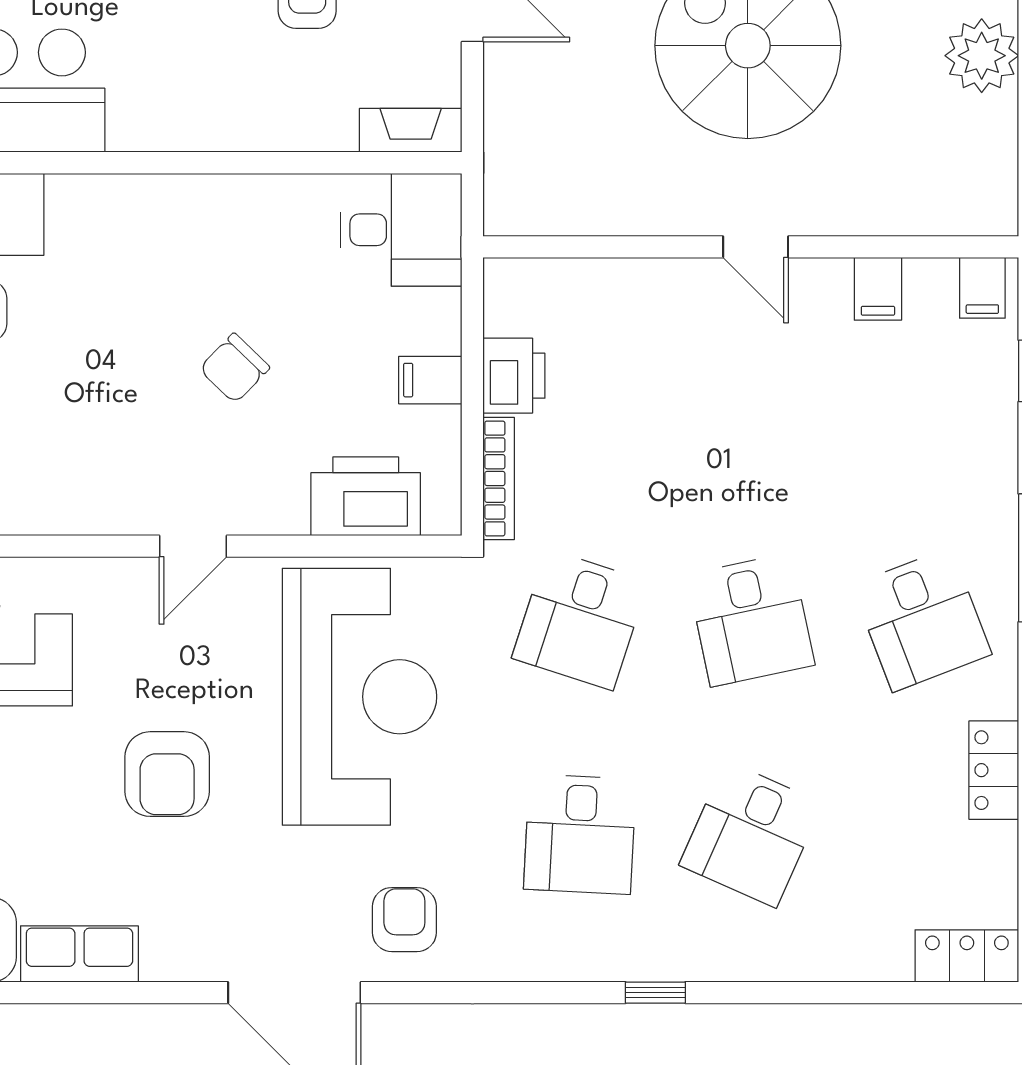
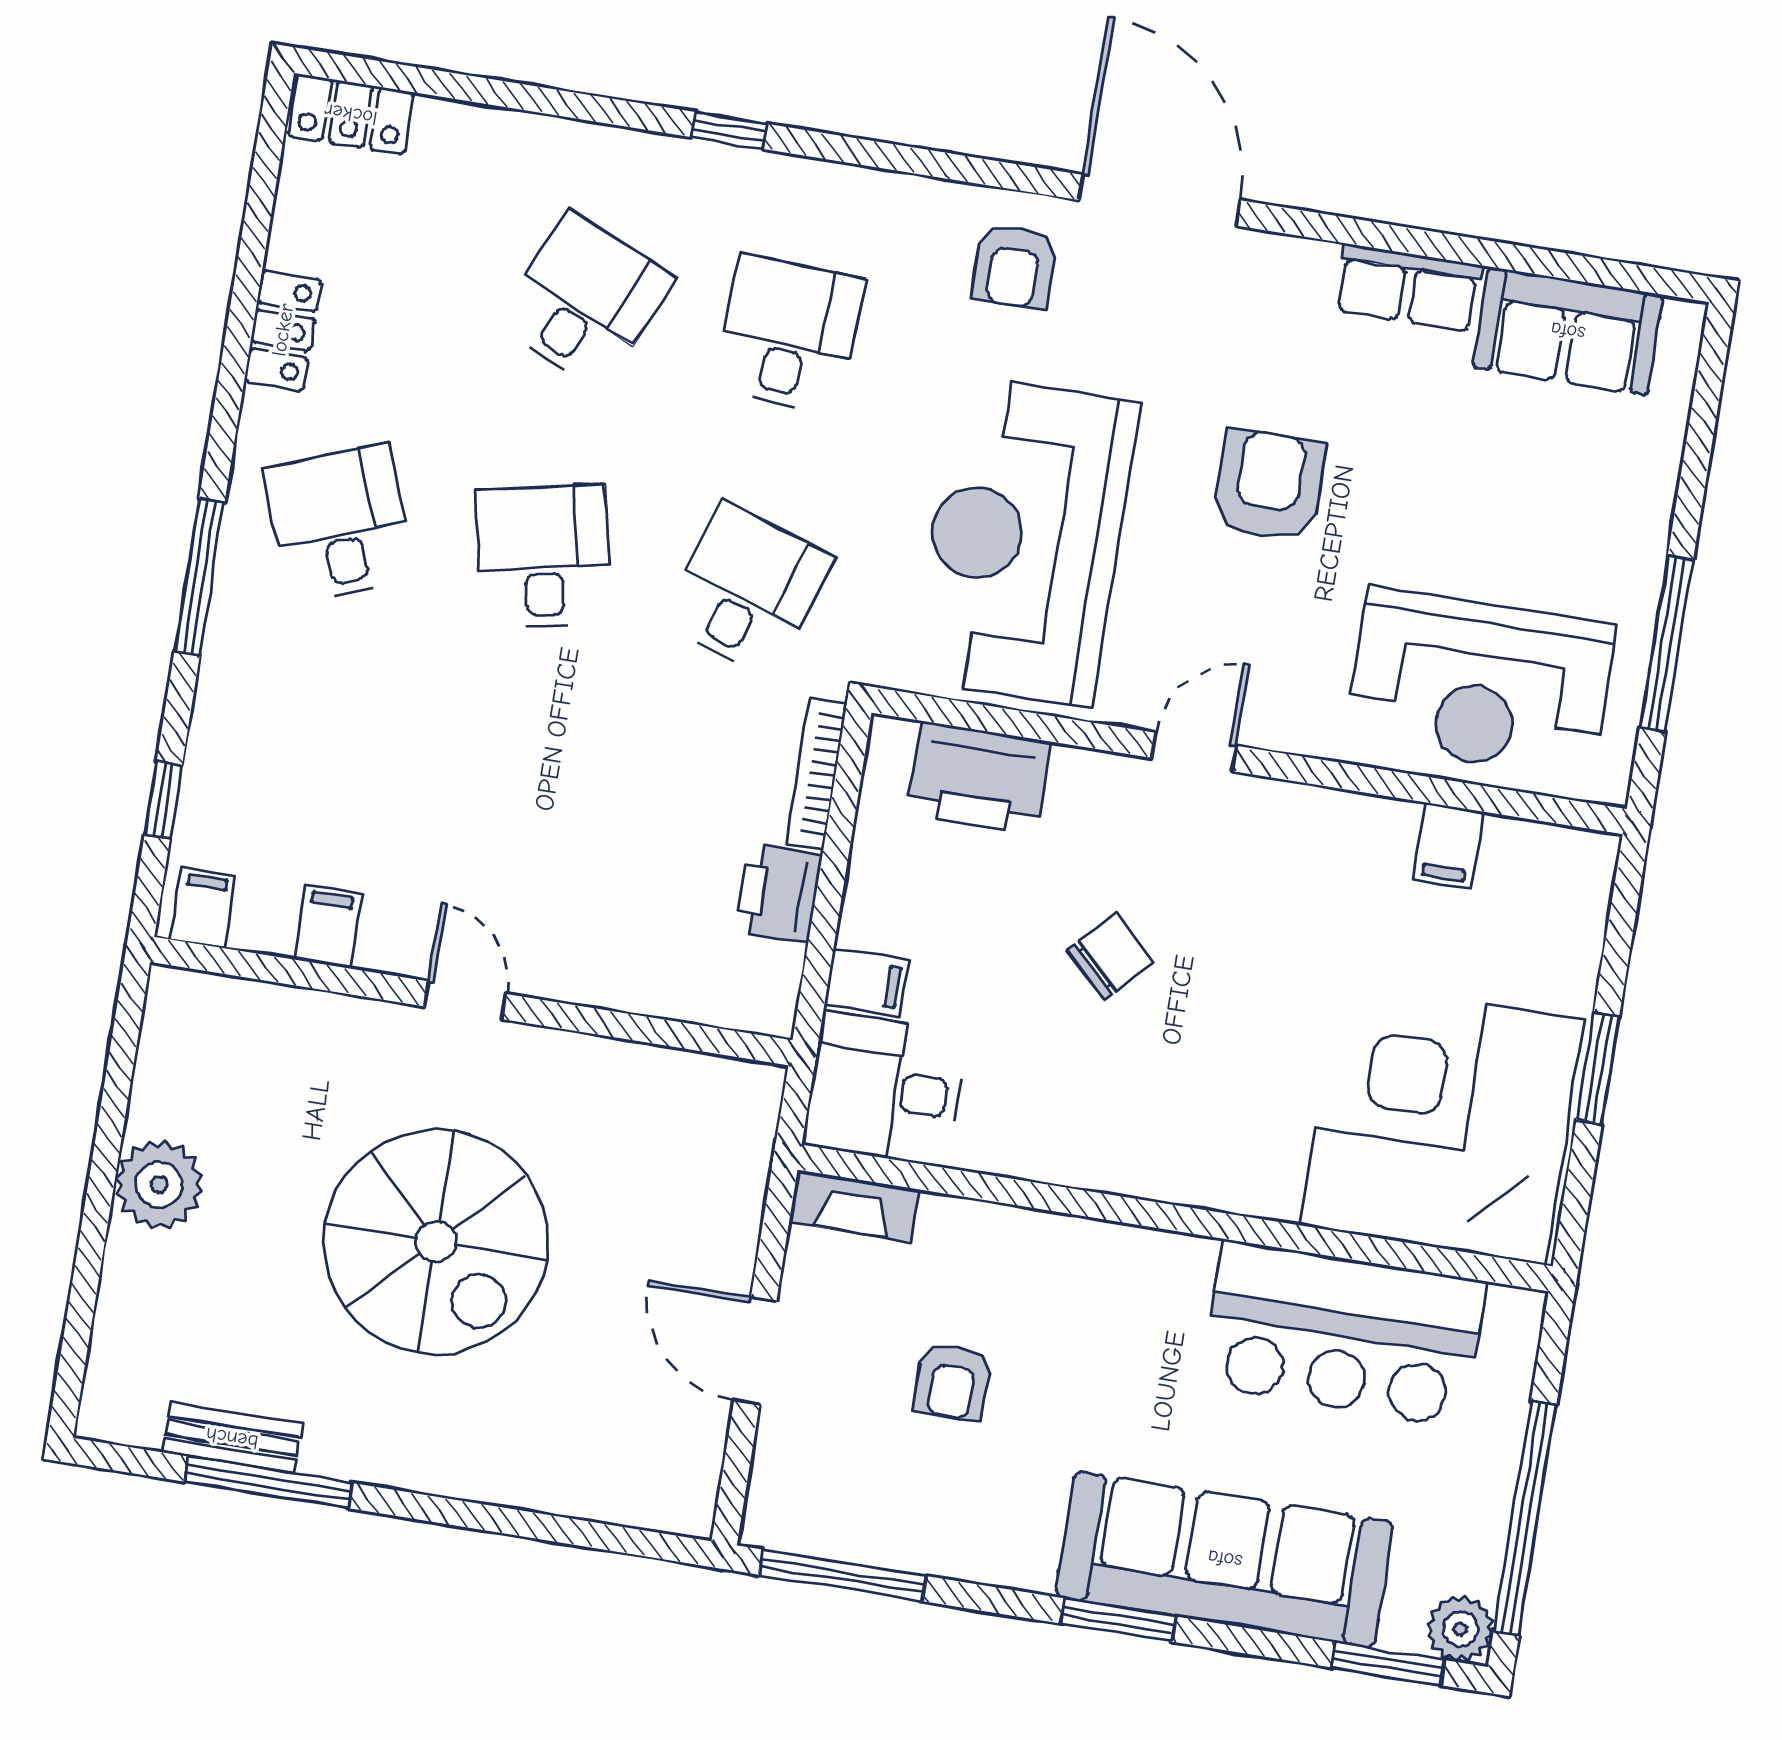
filing cabinet: (430, 380) -> (866, 983), moved

